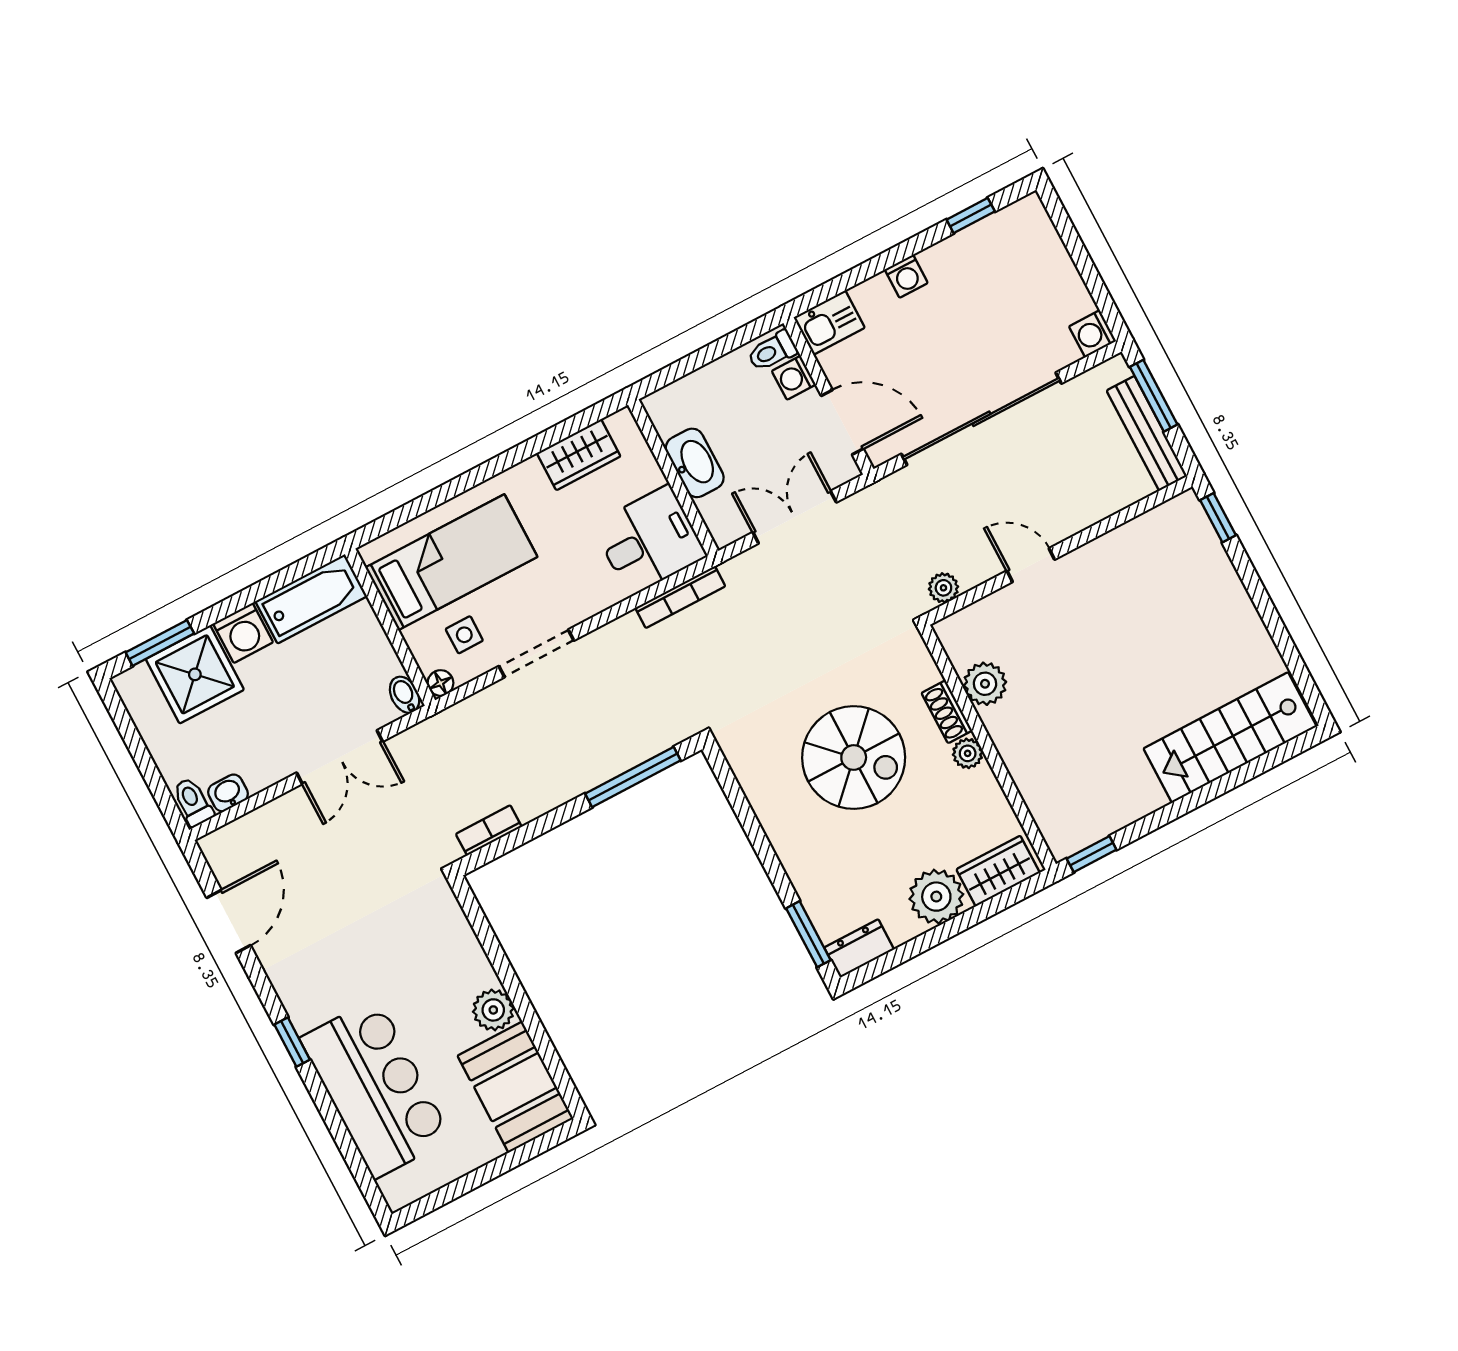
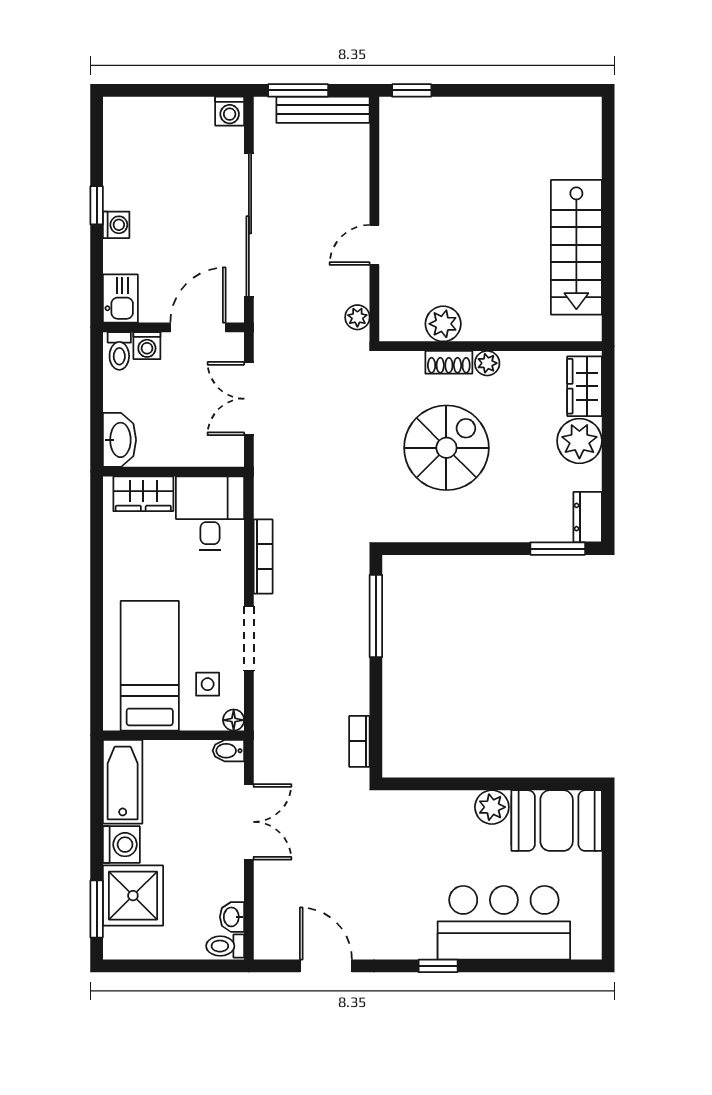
window: (971, 215) -> (97, 205), moved
wardrobe: (579, 455) -> (143, 494), moved, turned 90
washbasin: (695, 463) -> (119, 440), moved, turned 90
bookcase: (680, 597) -> (263, 557), moved
stairs: (1230, 738) -> (576, 247), moved
window: (1092, 854) -> (608, 312), removed

